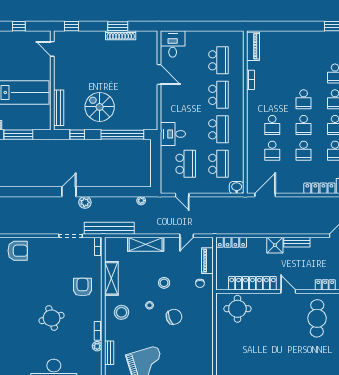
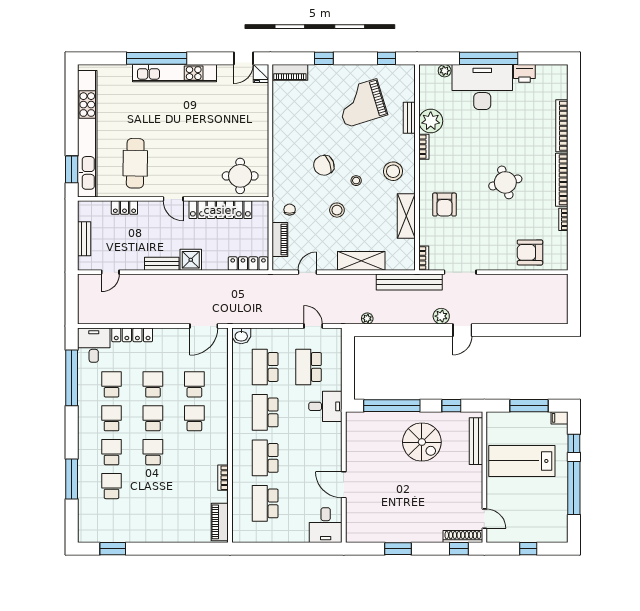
shoe rack: (121, 35) -> (463, 537), moved
round table: (52, 318) -> (505, 182), moved
plant: (97, 346) -> (431, 121), width x1.88, depth x1.88

